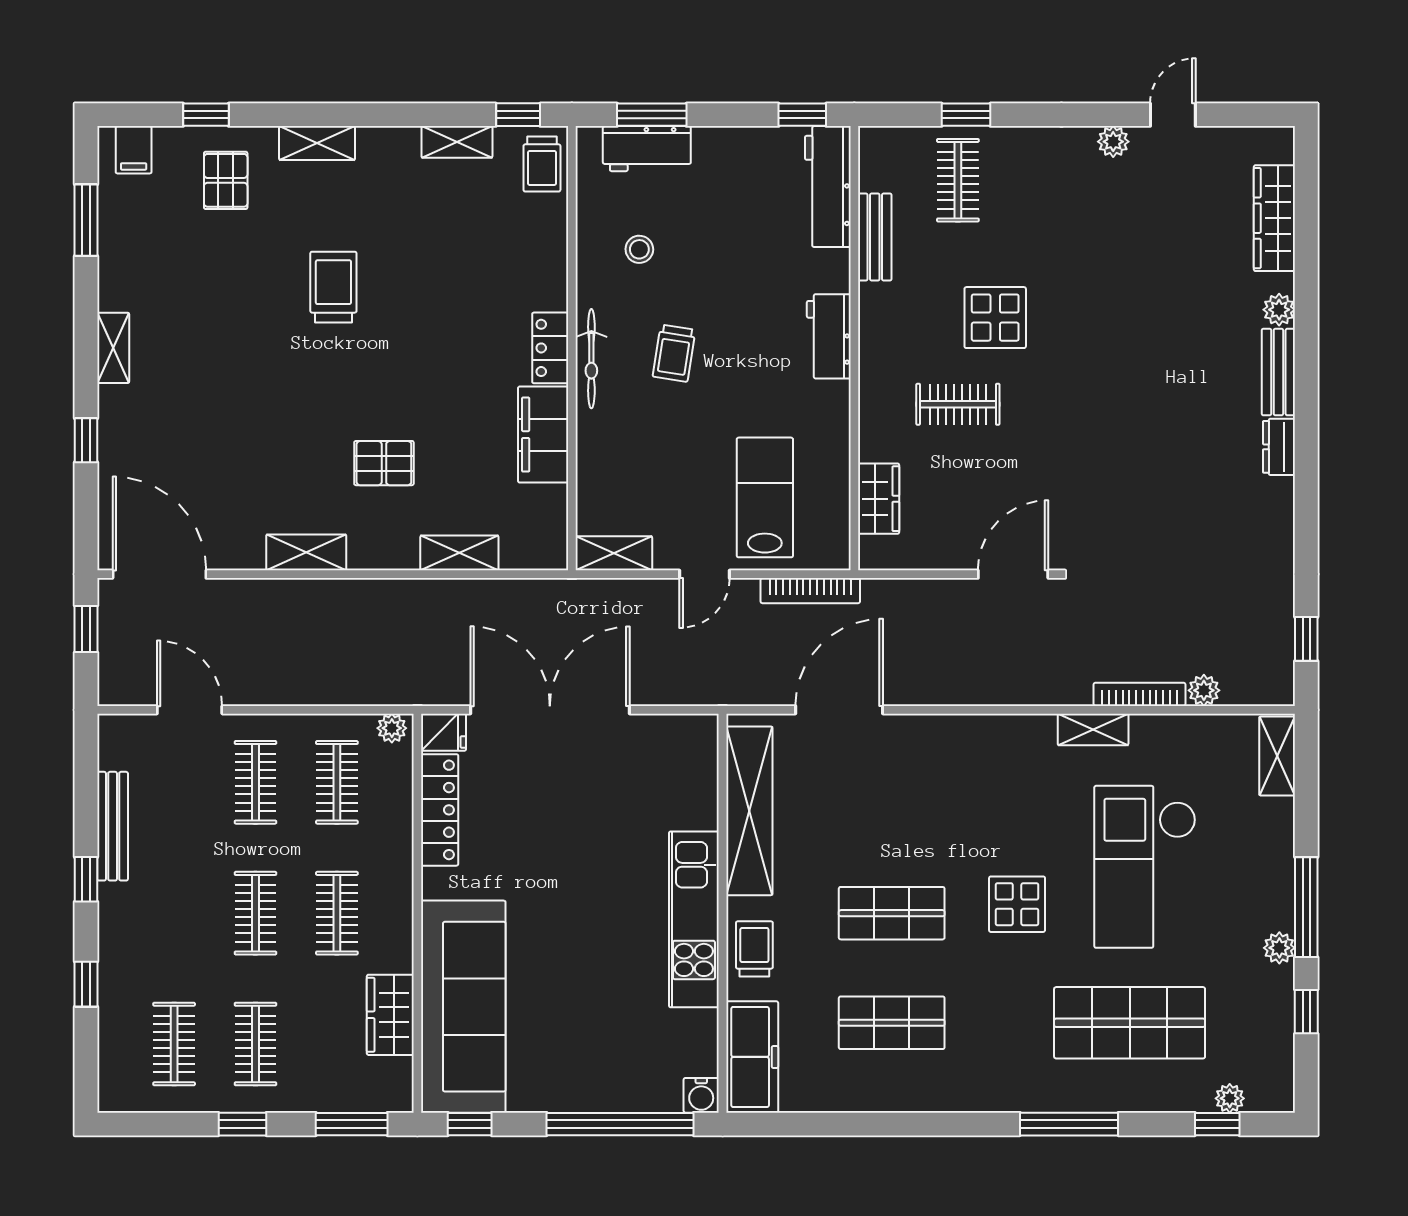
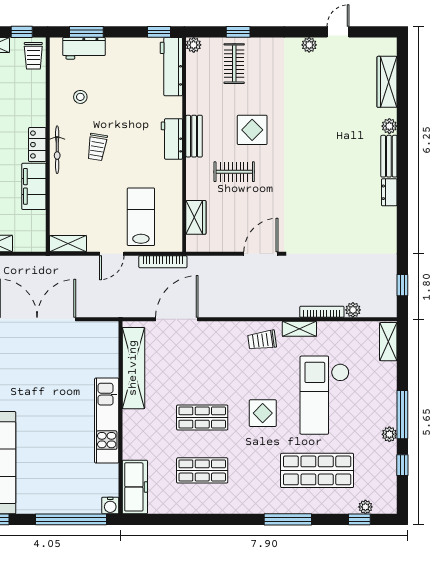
plant: (874, 142) -> (194, 45), added
bench: (875, 237) -> (194, 136), moved
trolley: (754, 949) -> (262, 340), moved, turned -98

